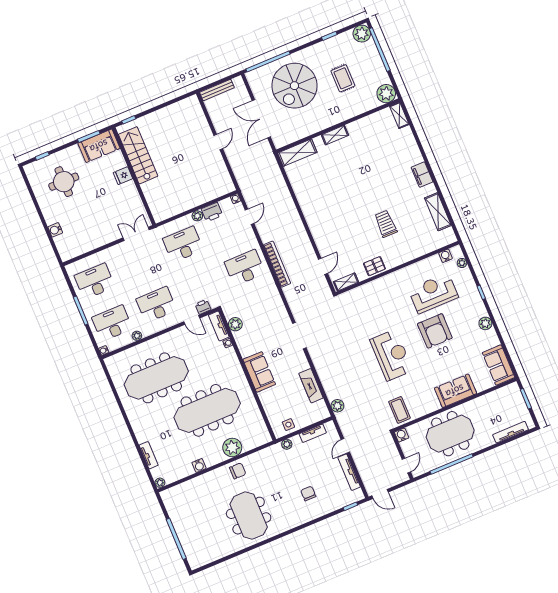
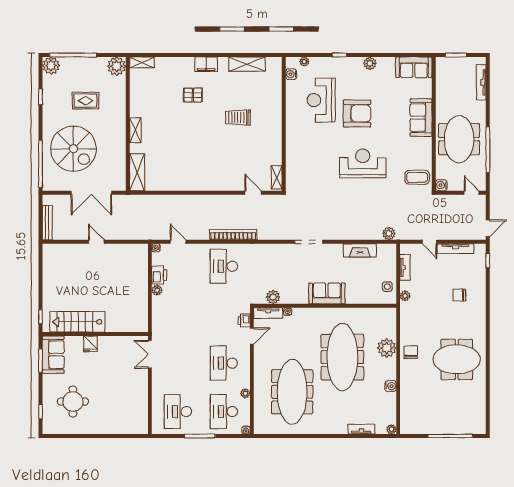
water cooler: (55, 230) -> (115, 428), removed
desk: (183, 244) -> (178, 315), removed
pallet: (374, 266) -> (193, 95), moved, turned 90

